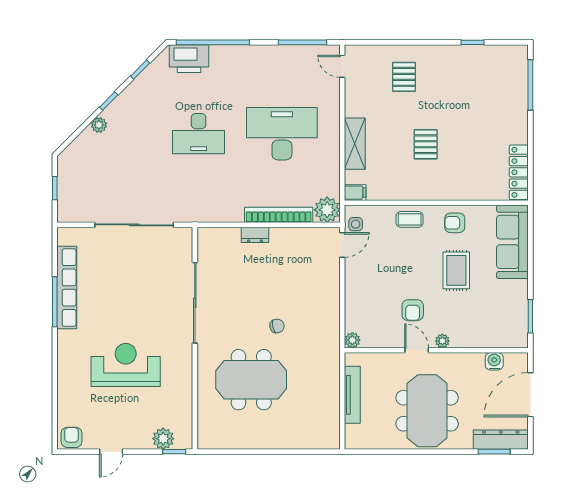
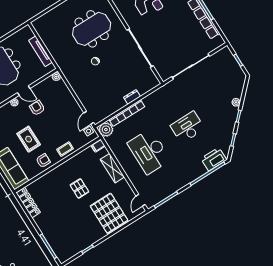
door: (342, 66) -> (141, 200), swing flipped
pallet: (404, 77) -> (109, 213), width x2.05, depth x2.00
desk: (282, 134) -> (149, 152), turned 90

